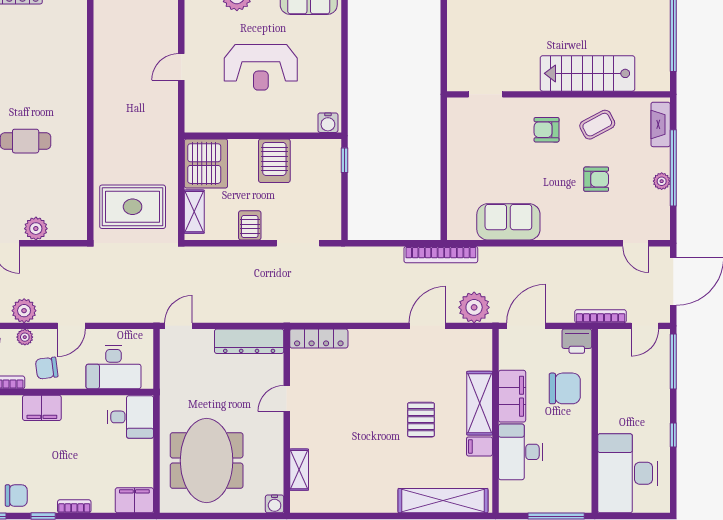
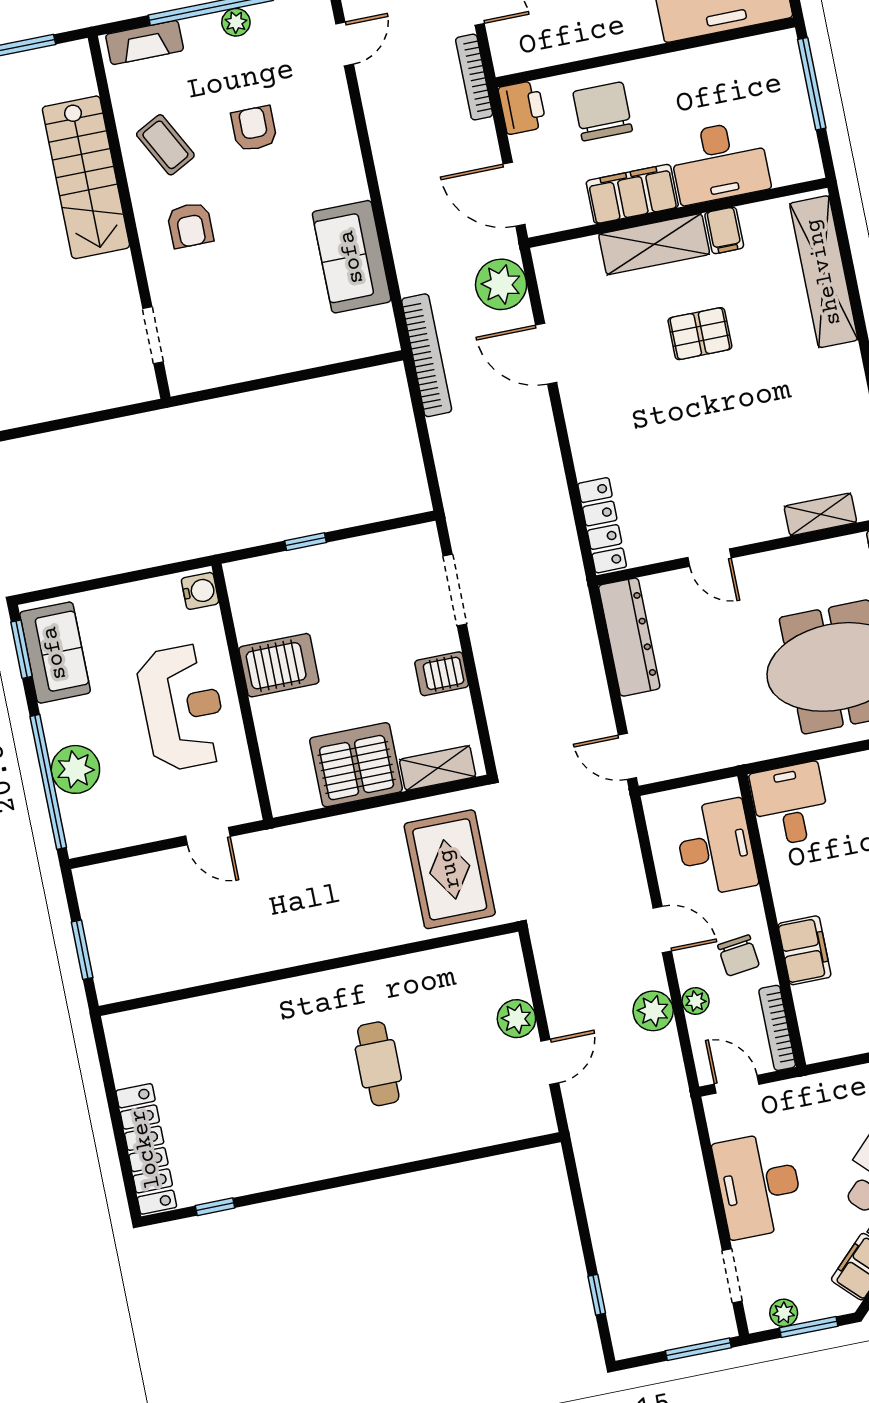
water cooler: (328, 123) -> (200, 591), moved
wall: (263, 136) -> (242, 692), moved
server rack: (274, 161) -> (279, 665), moved

